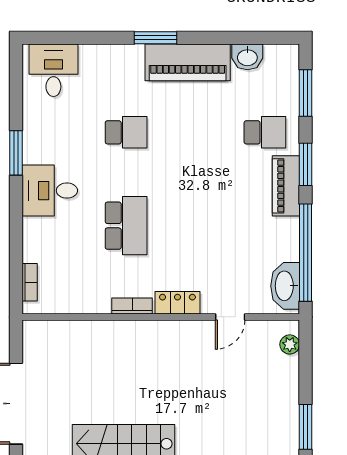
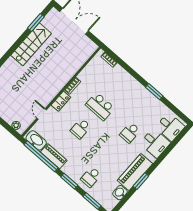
window: (156, 38) -> (141, 181), moved
piano: (286, 186) -> (54, 156), moved
desk: (50, 191) -> (155, 143), moved, turned 90
school desk: (195, 226) -> (81, 129), added

